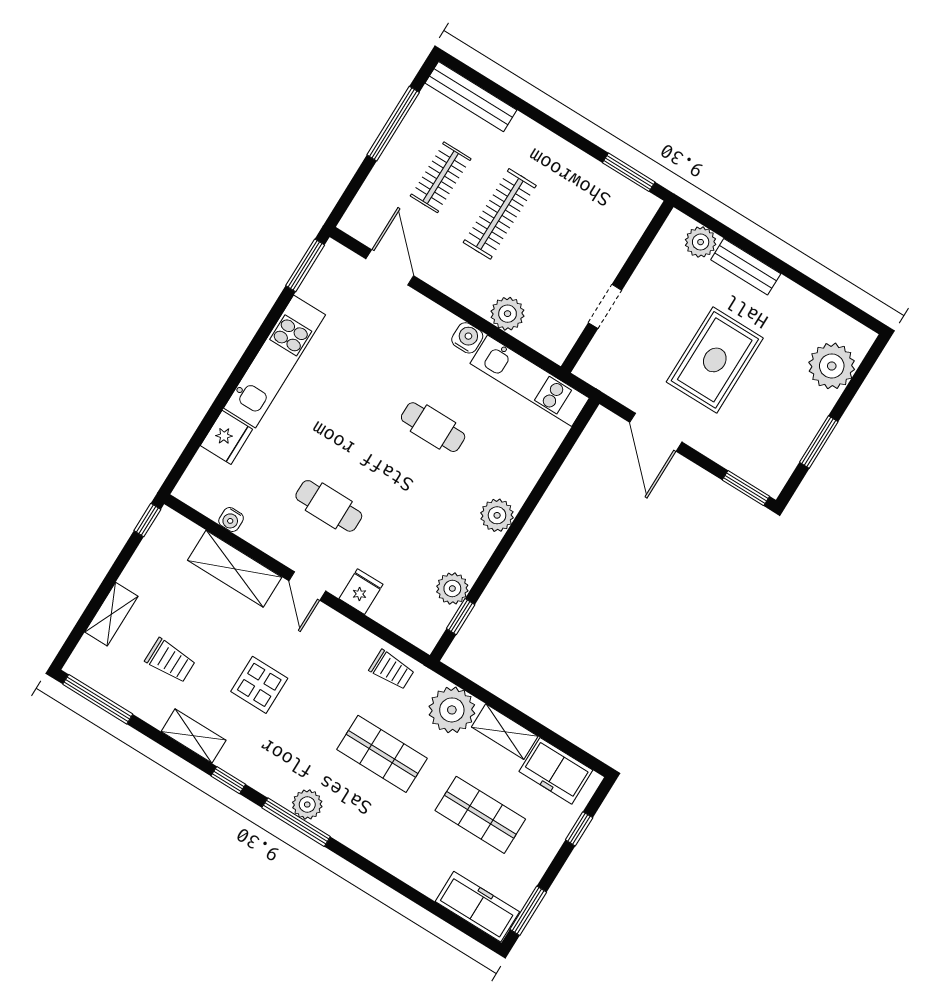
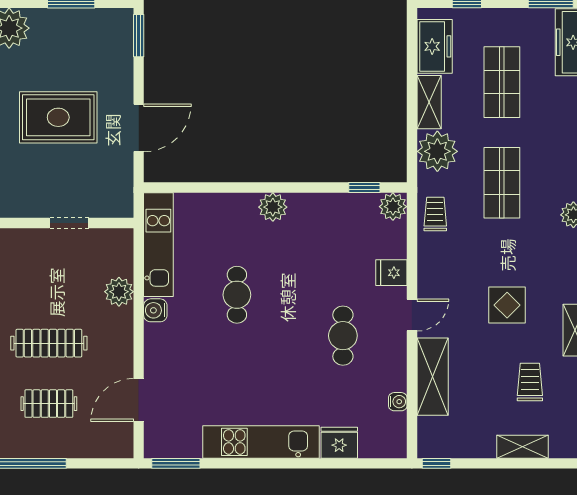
plant: (452, 589) -> (393, 207), moved

